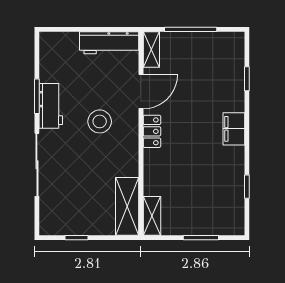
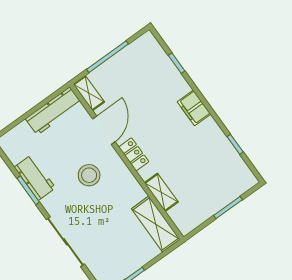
workbench: (51, 106) -> (35, 178), moved
shelving: (152, 216) -> (161, 192), moved

